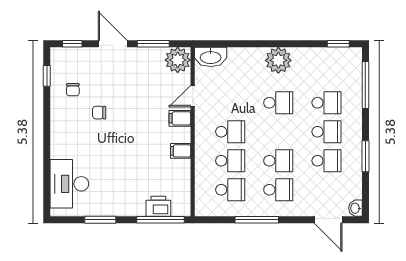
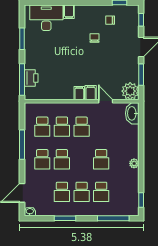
plant: (278, 60) -> (134, 163), width x0.53, depth x0.53
filing cabinet: (61, 150) -> (69, 12), added
filing cabinet: (181, 151) -> (79, 93), moved

